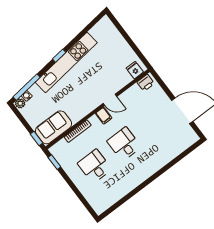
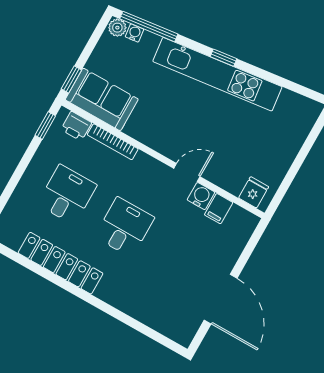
printer: (146, 83) -> (76, 126), moved
water cooler: (125, 98) -> (201, 196), added
door: (110, 100) -> (187, 173), swing flipped
filing cabinet: (104, 116) -> (219, 209), moved
locker: (128, 185) -> (61, 263), added

